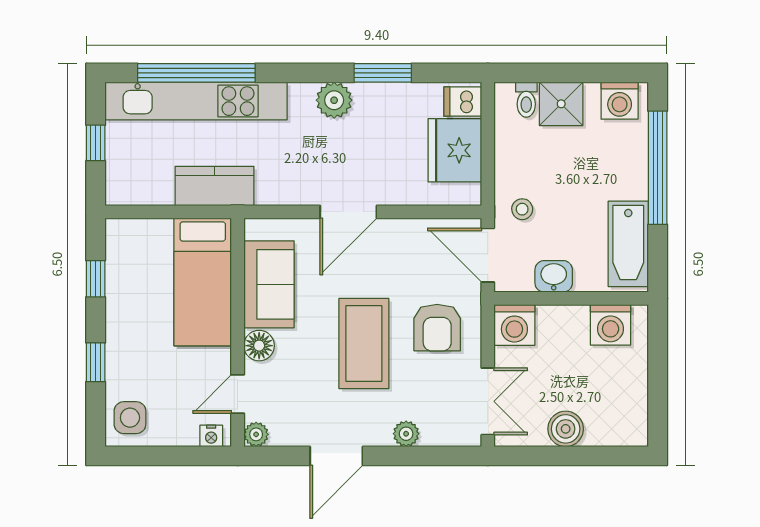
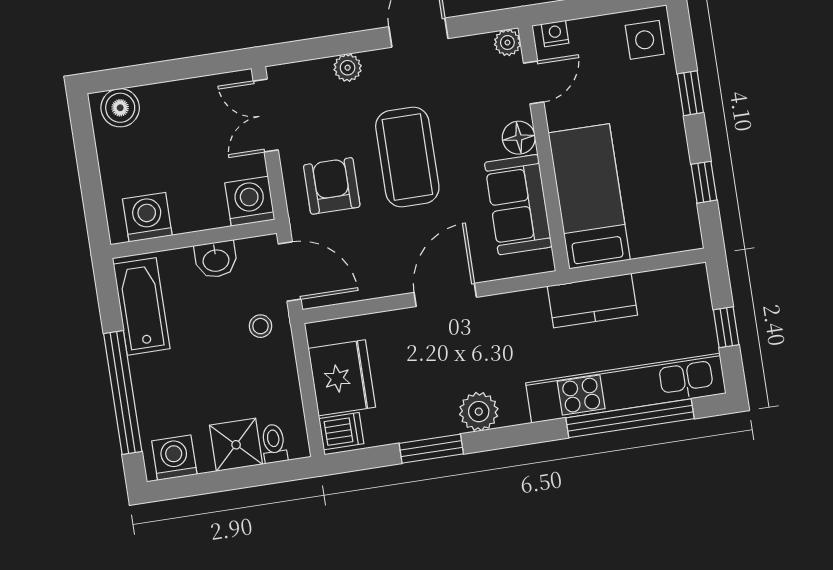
boiler: (566, 429) -> (120, 108), moved

